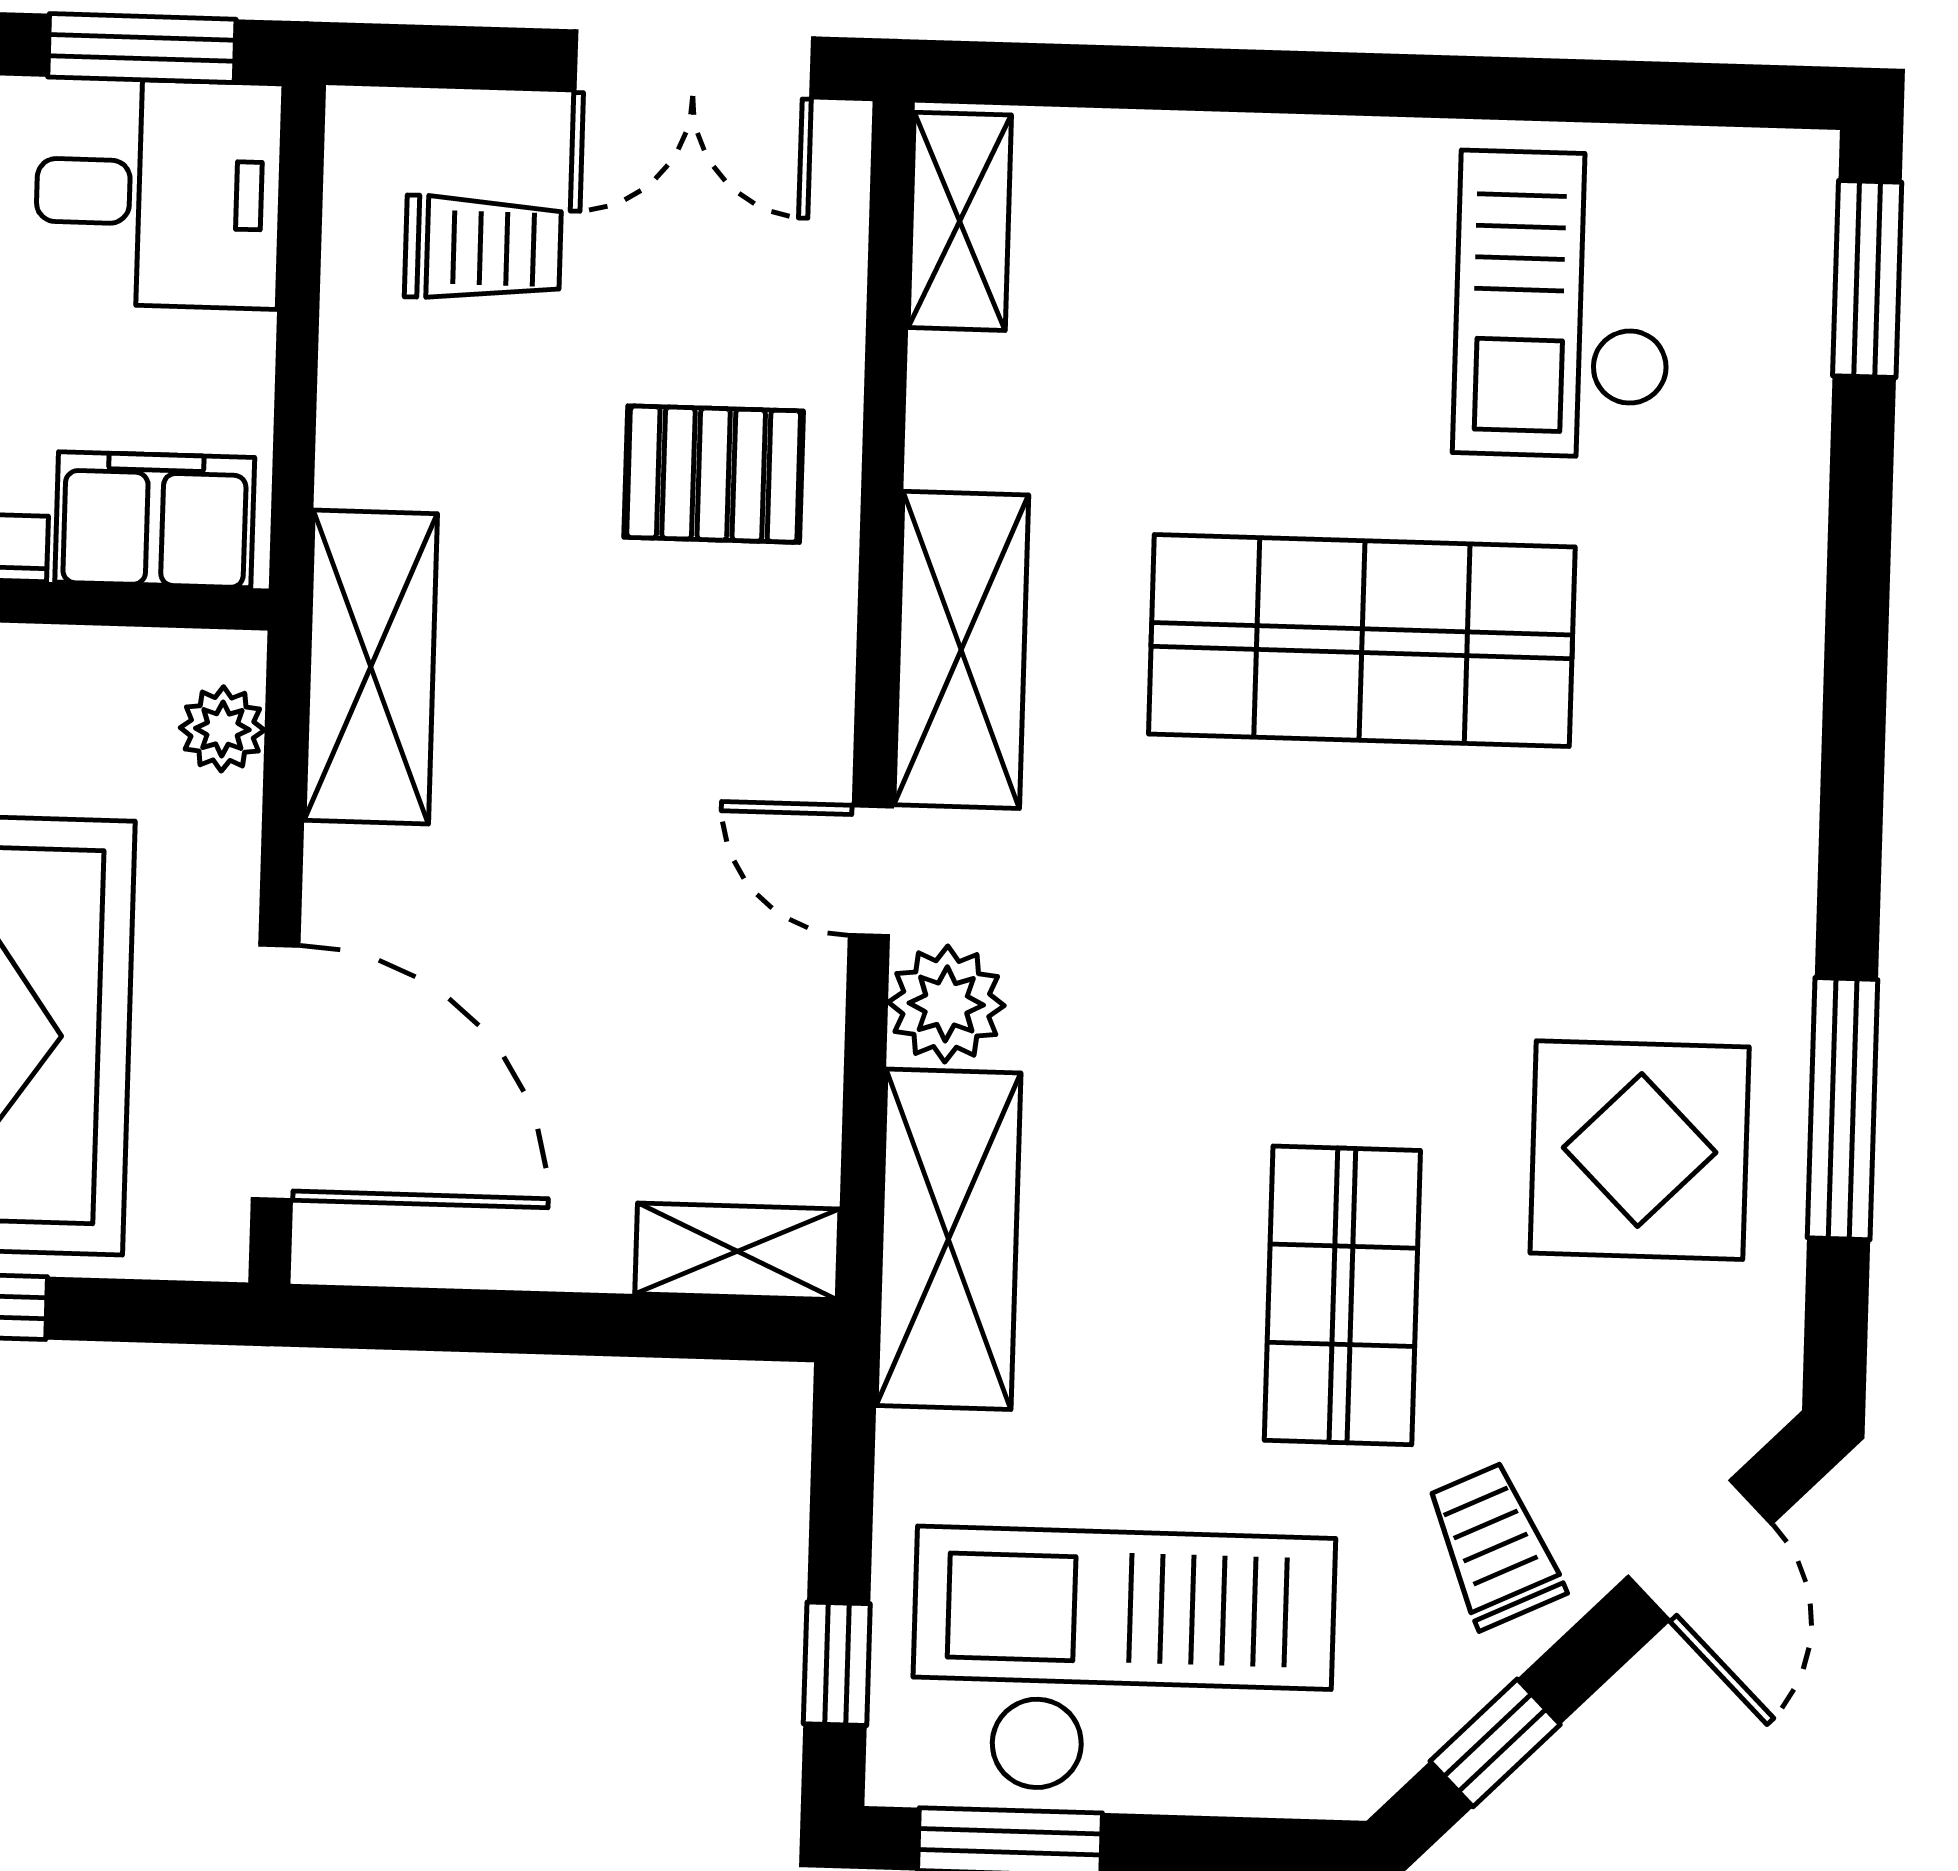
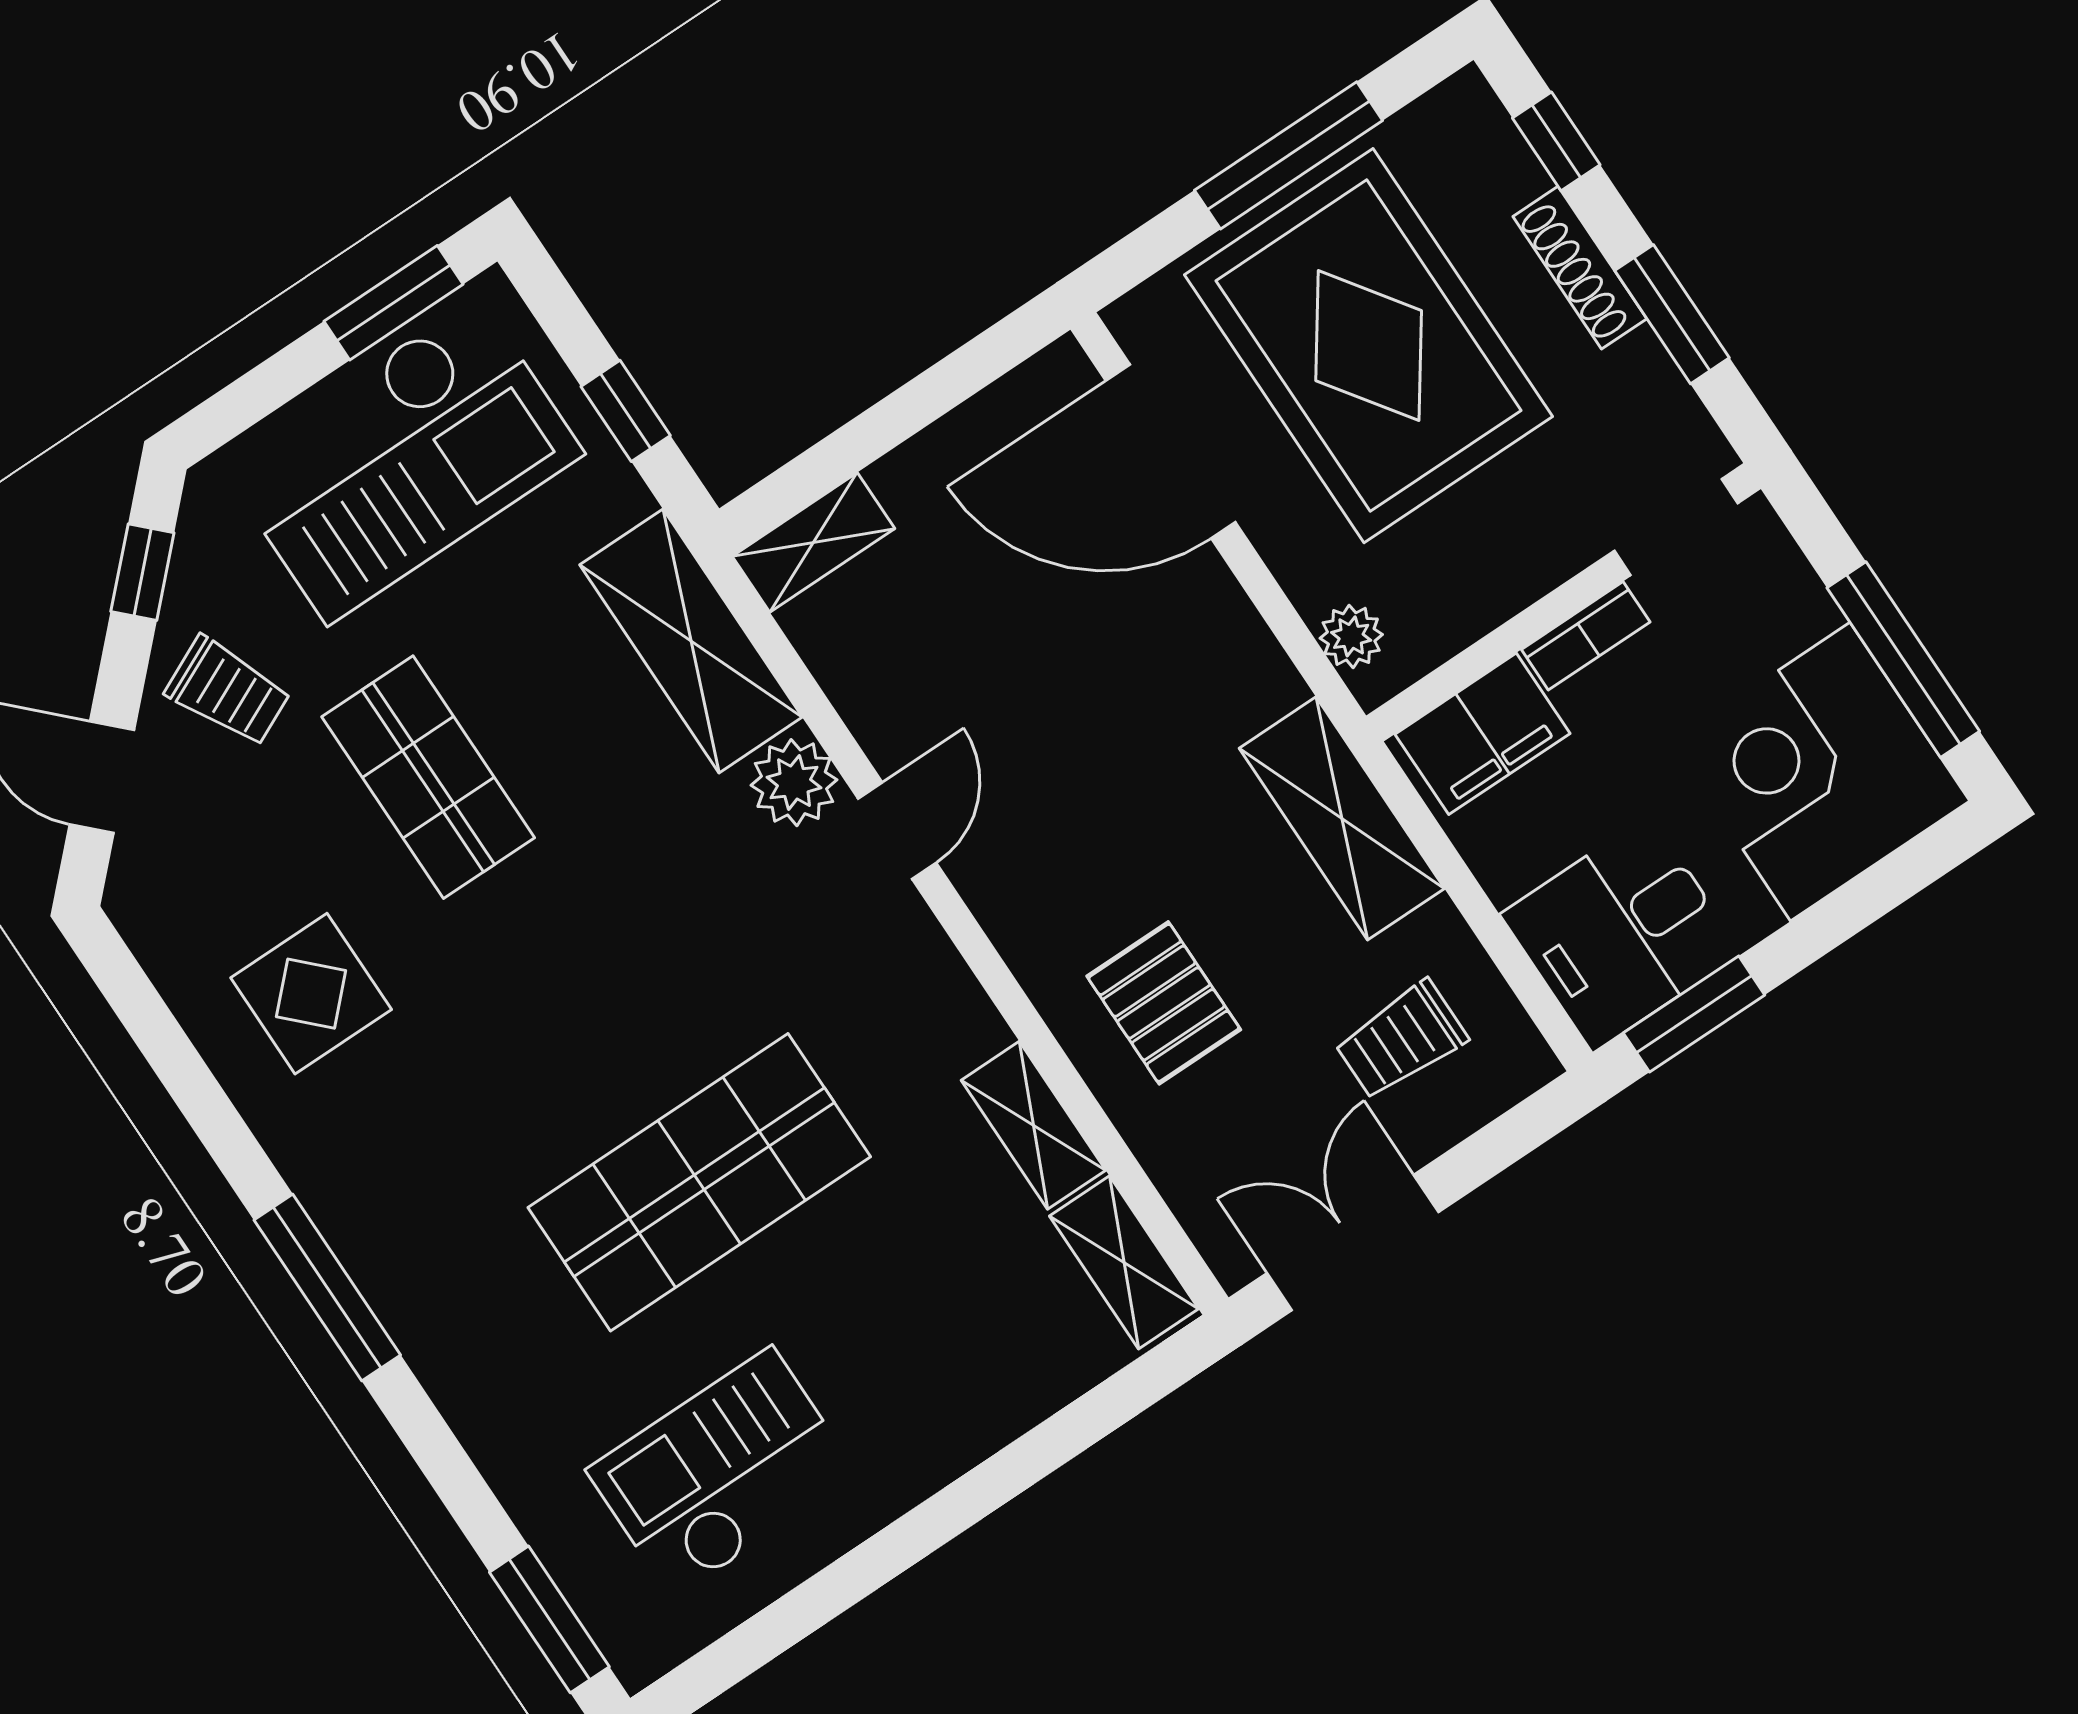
checkout: (1563, 304) -> (722, 1473), turned -90
pallet: (714, 474) -> (1164, 1003), turned 90
shelving: (961, 650) -> (1033, 1125), moved, width x0.67, depth x0.75
shelving: (371, 667) -> (1342, 818), moved
door: (871, 871) -> (897, 831), hinge flipped
window: (1843, 1109) -> (327, 1287), moved
display table: (1640, 1150) -> (311, 994), width x0.73, depth x0.73
window: (837, 1664) -> (626, 411), moved

